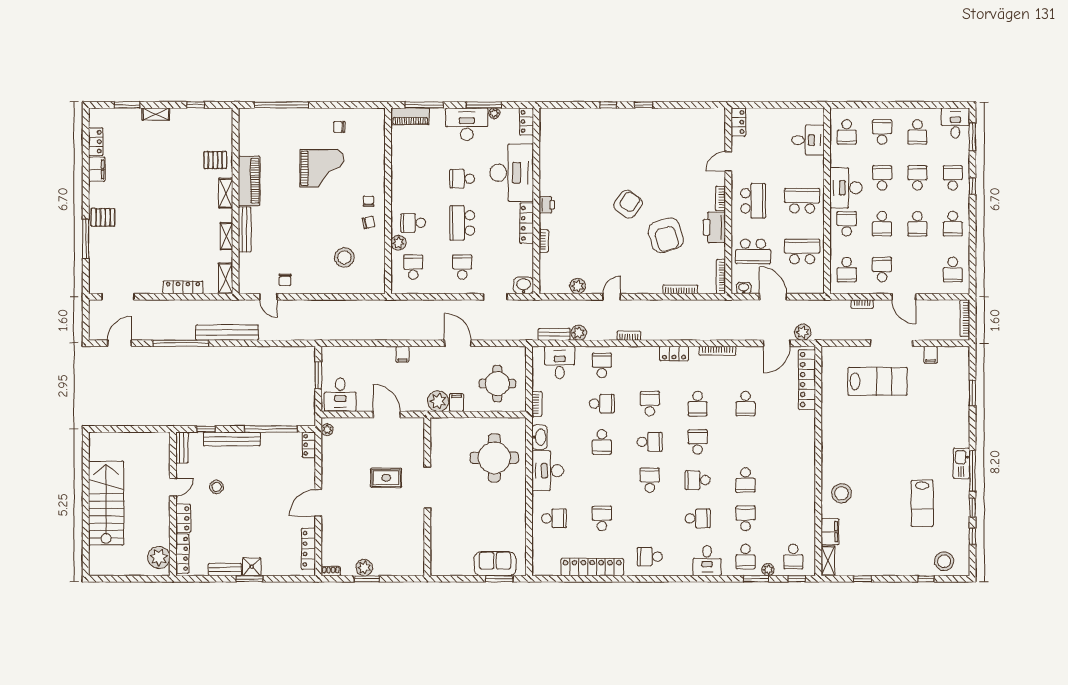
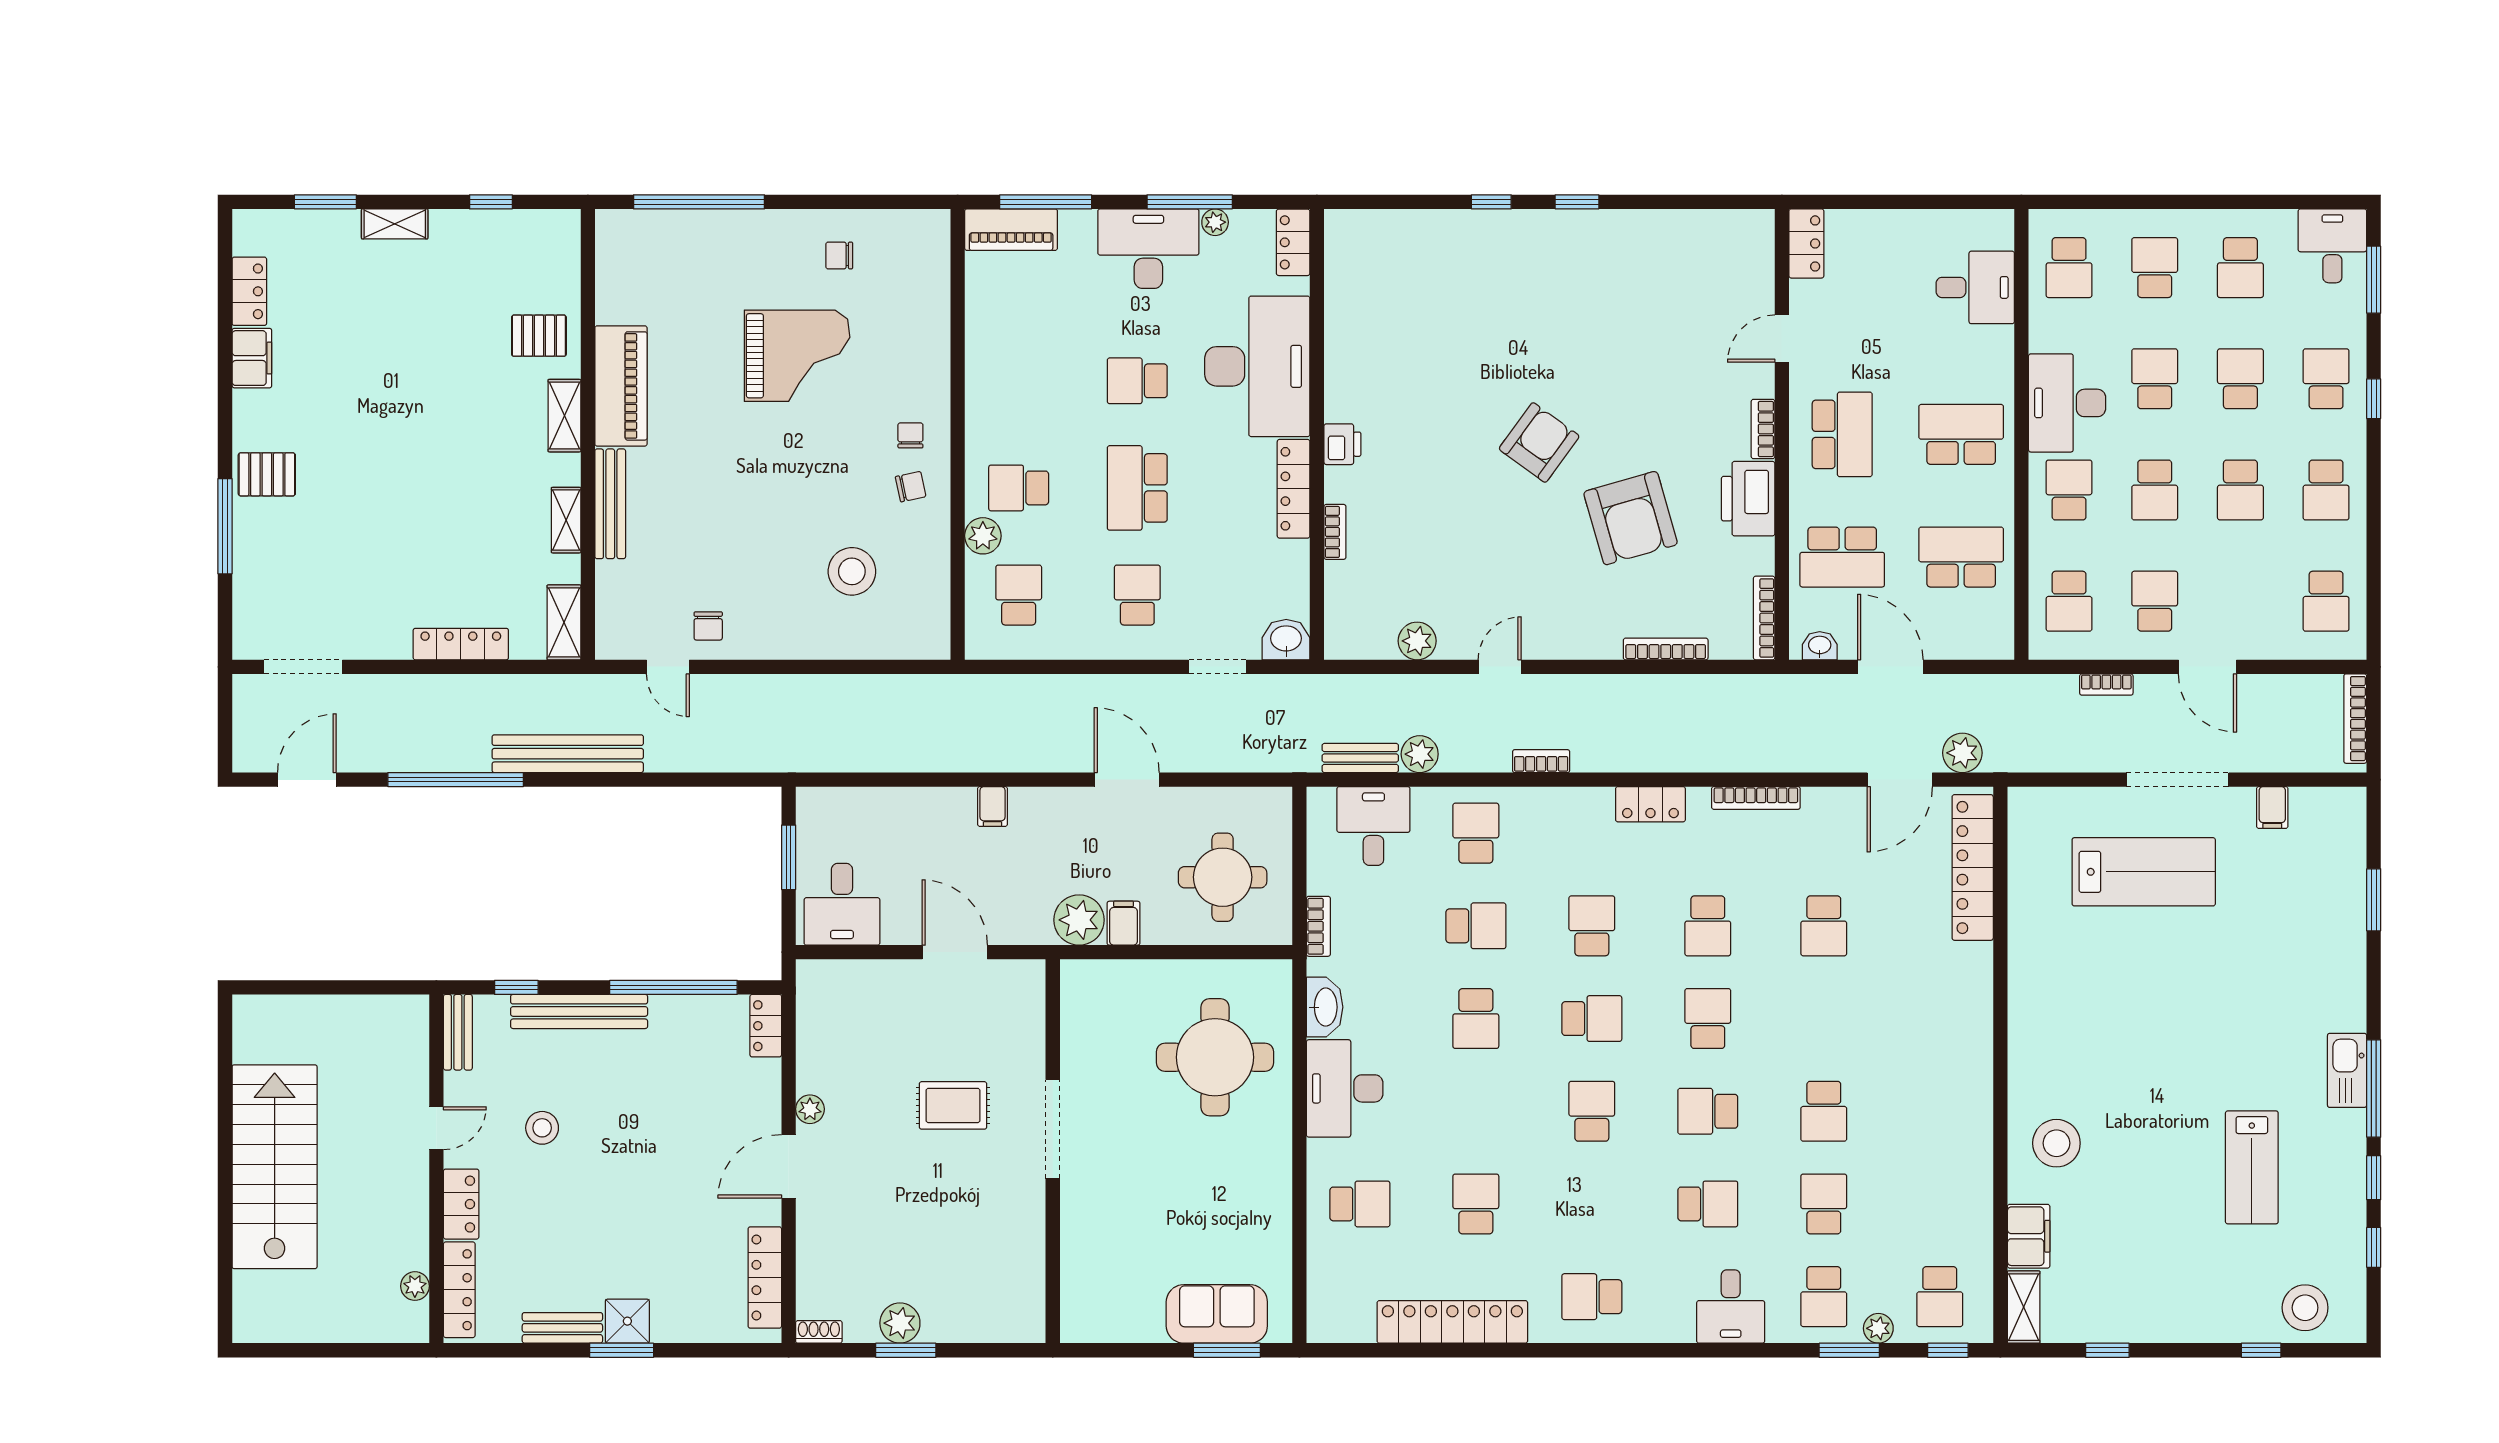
plant: (327, 430) -> (810, 1109), moved
plant: (159, 557) -> (415, 1286), width x0.53, depth x0.53

